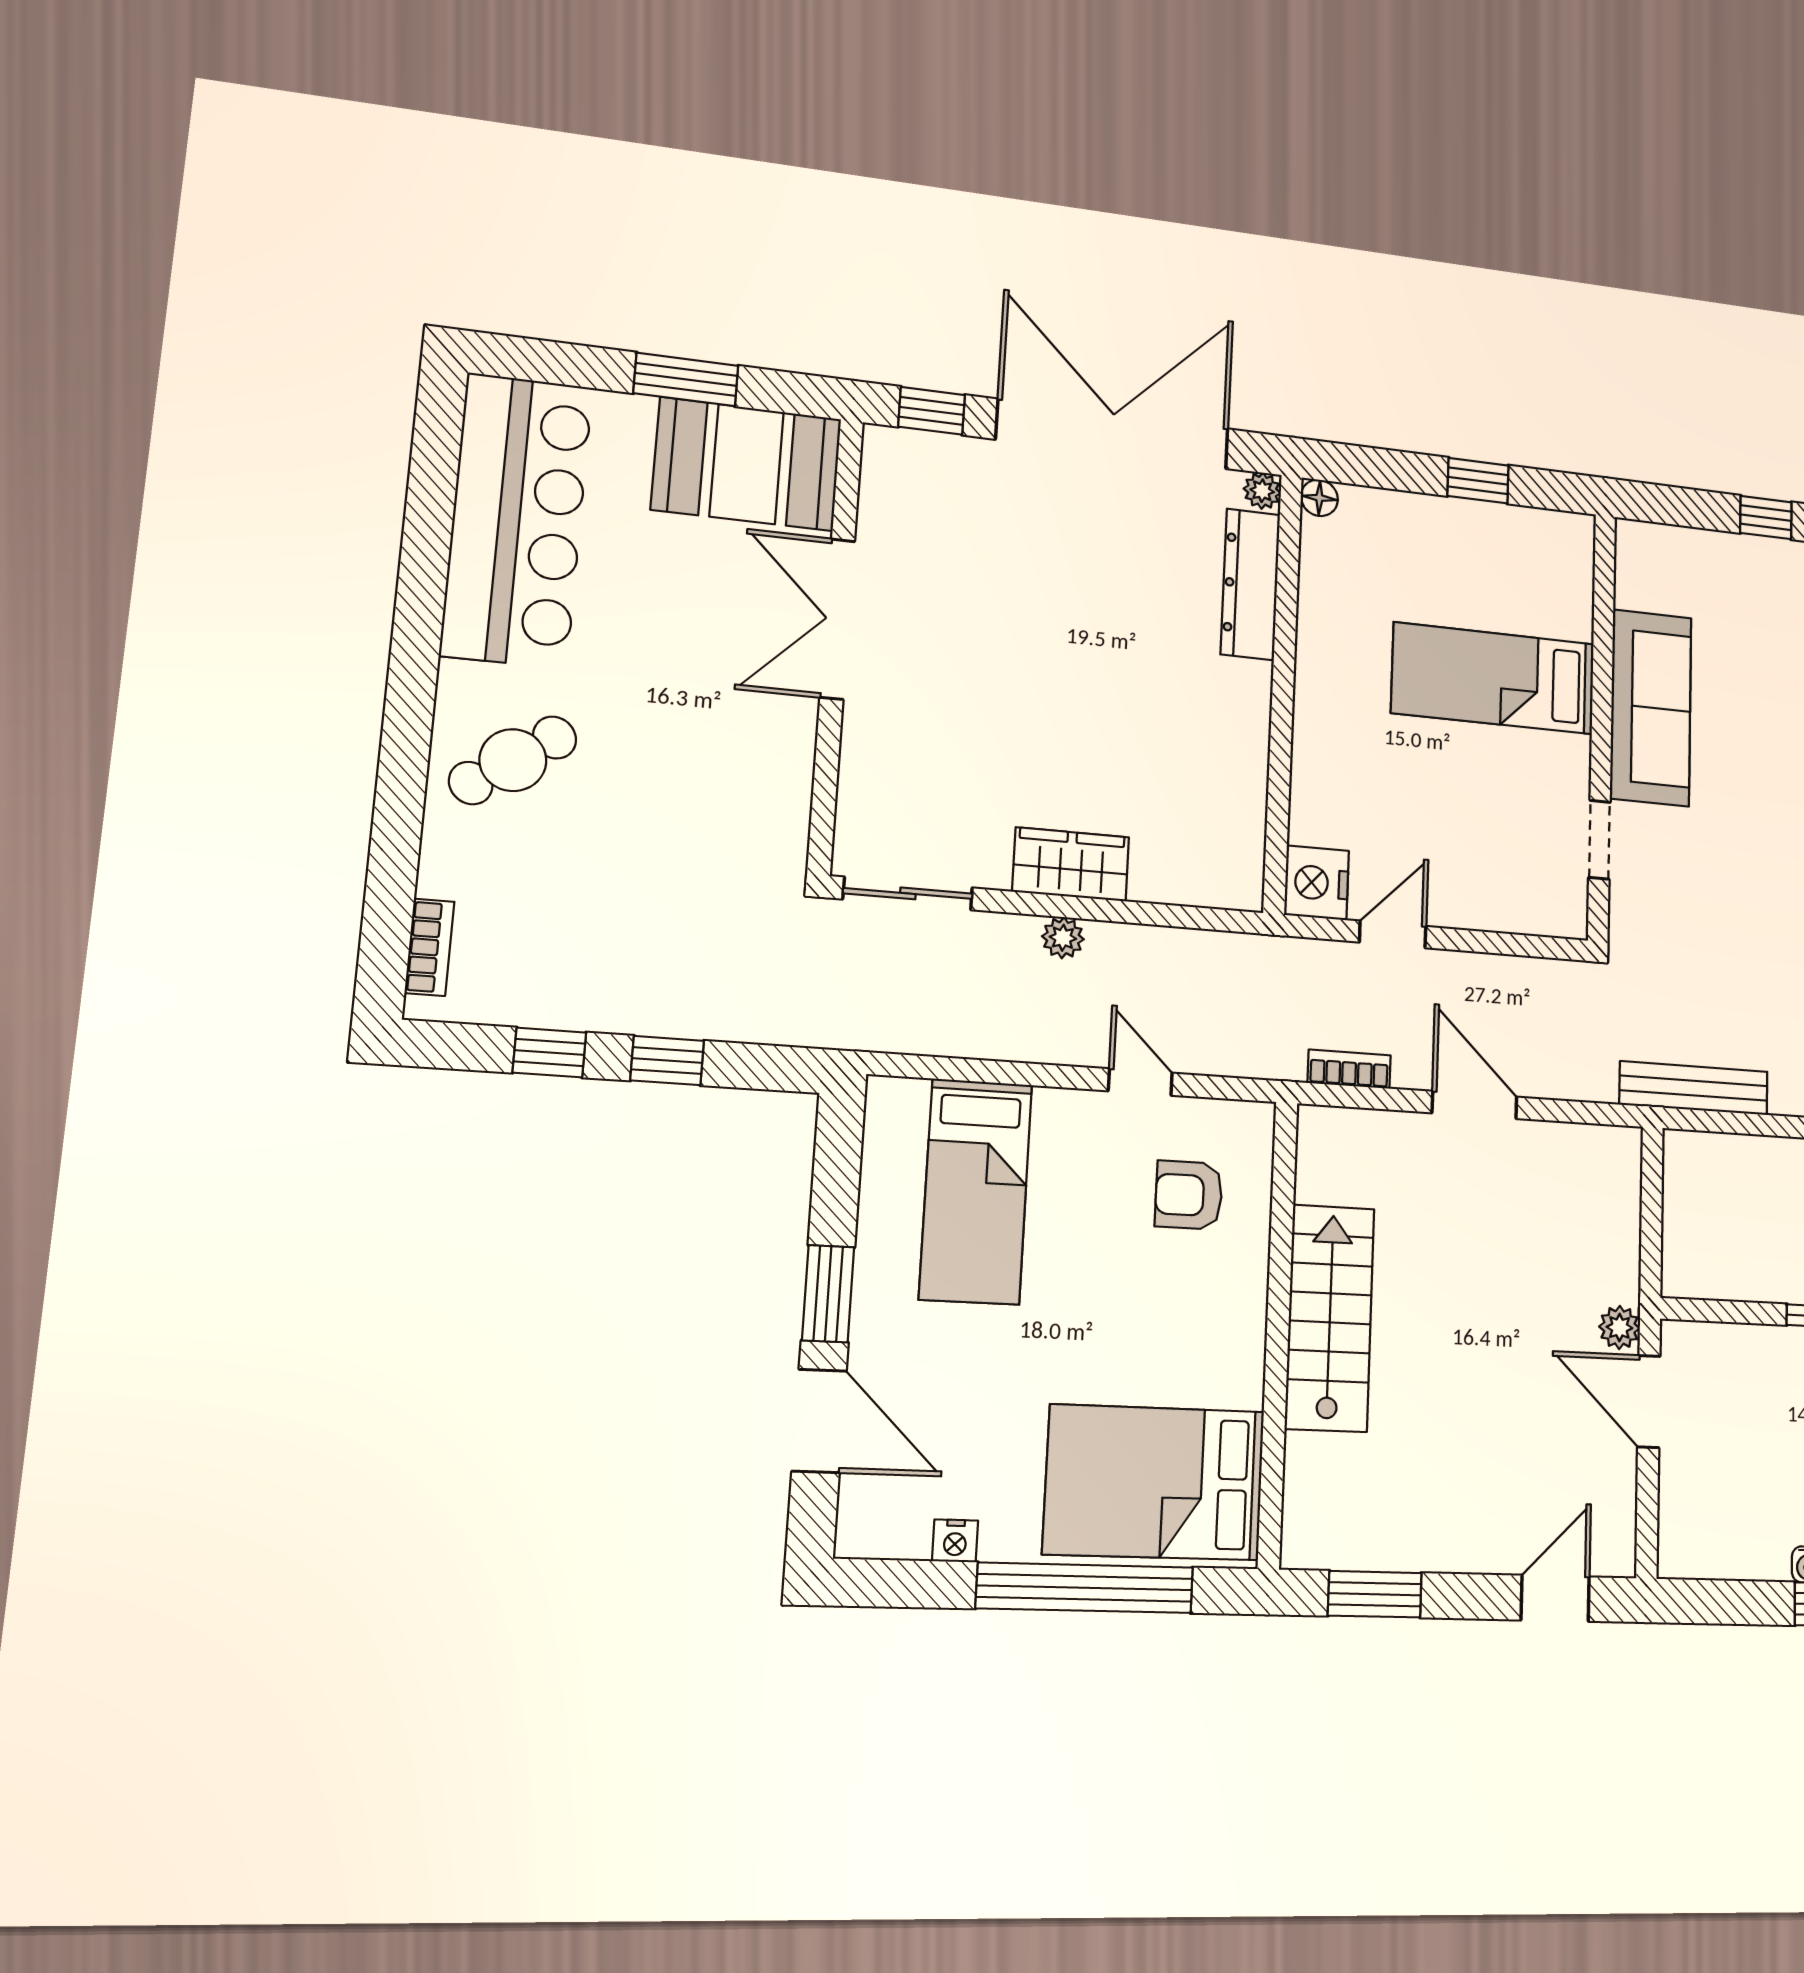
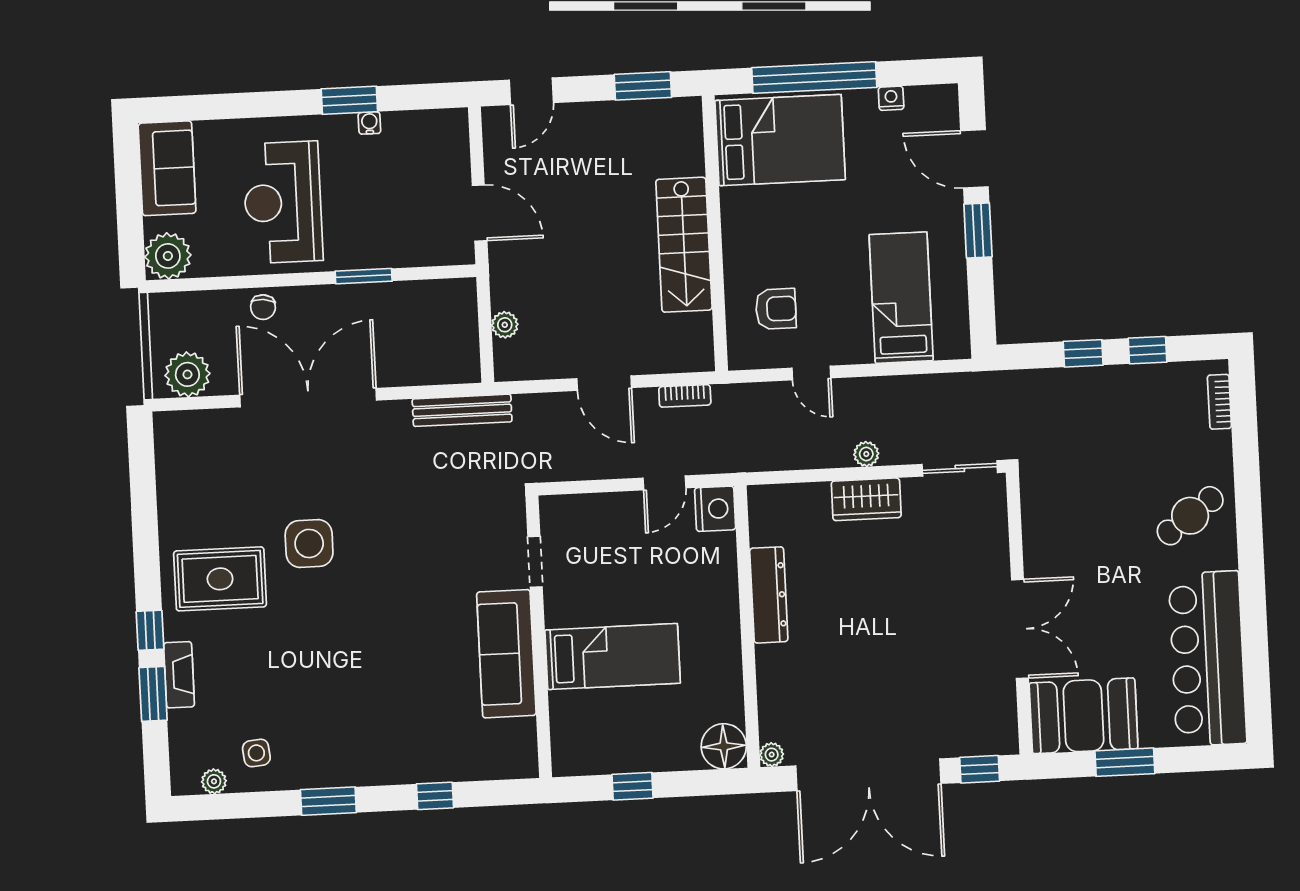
floor lamp: (1319, 498) -> (724, 746), width x1.89, depth x1.89
dresser: (1250, 584) -> (769, 595), moved
plant: (1619, 1327) -> (505, 325), moved

